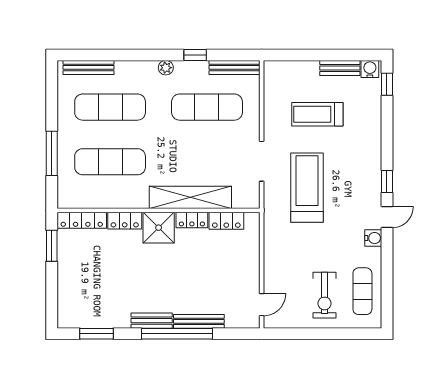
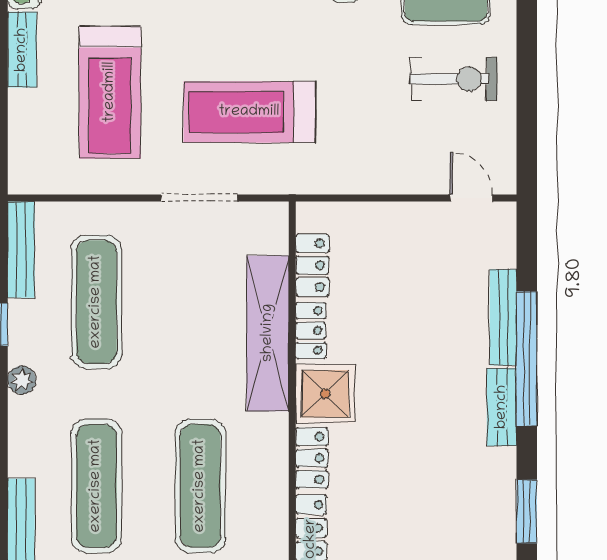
treadmill: (317, 114) -> (110, 92), width x1.37, depth x1.38

